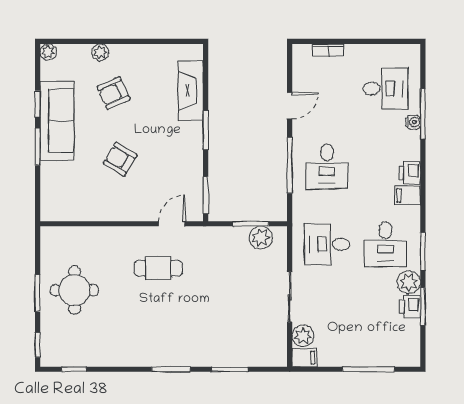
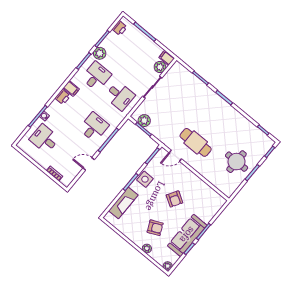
side table: (188, 152) -> (145, 179), added
cafe table: (158, 268) -> (196, 142), width x1.37, depth x1.35
printer: (410, 307) -> (120, 28), moved

